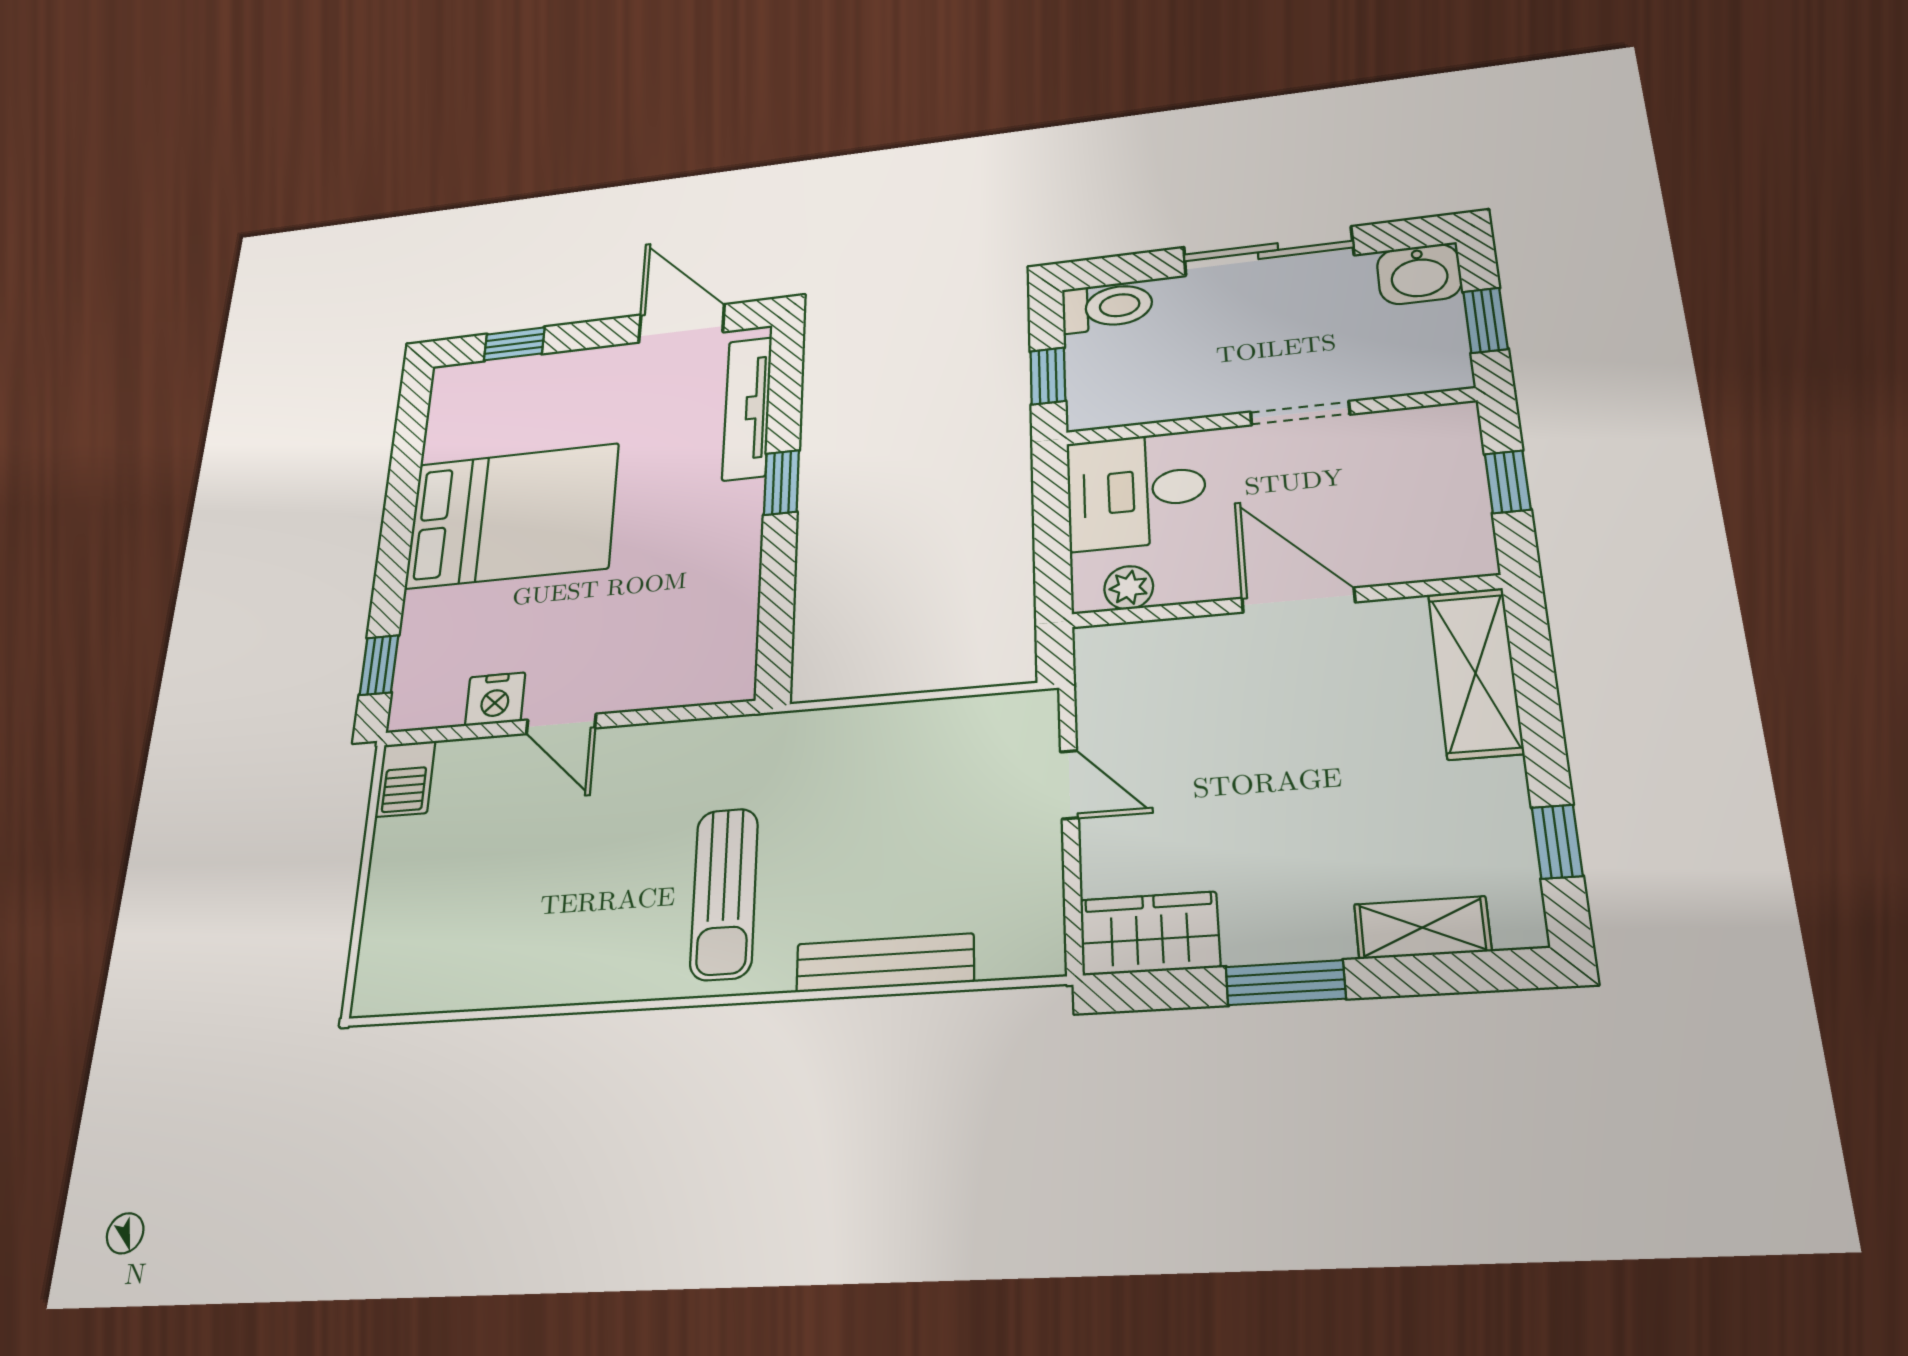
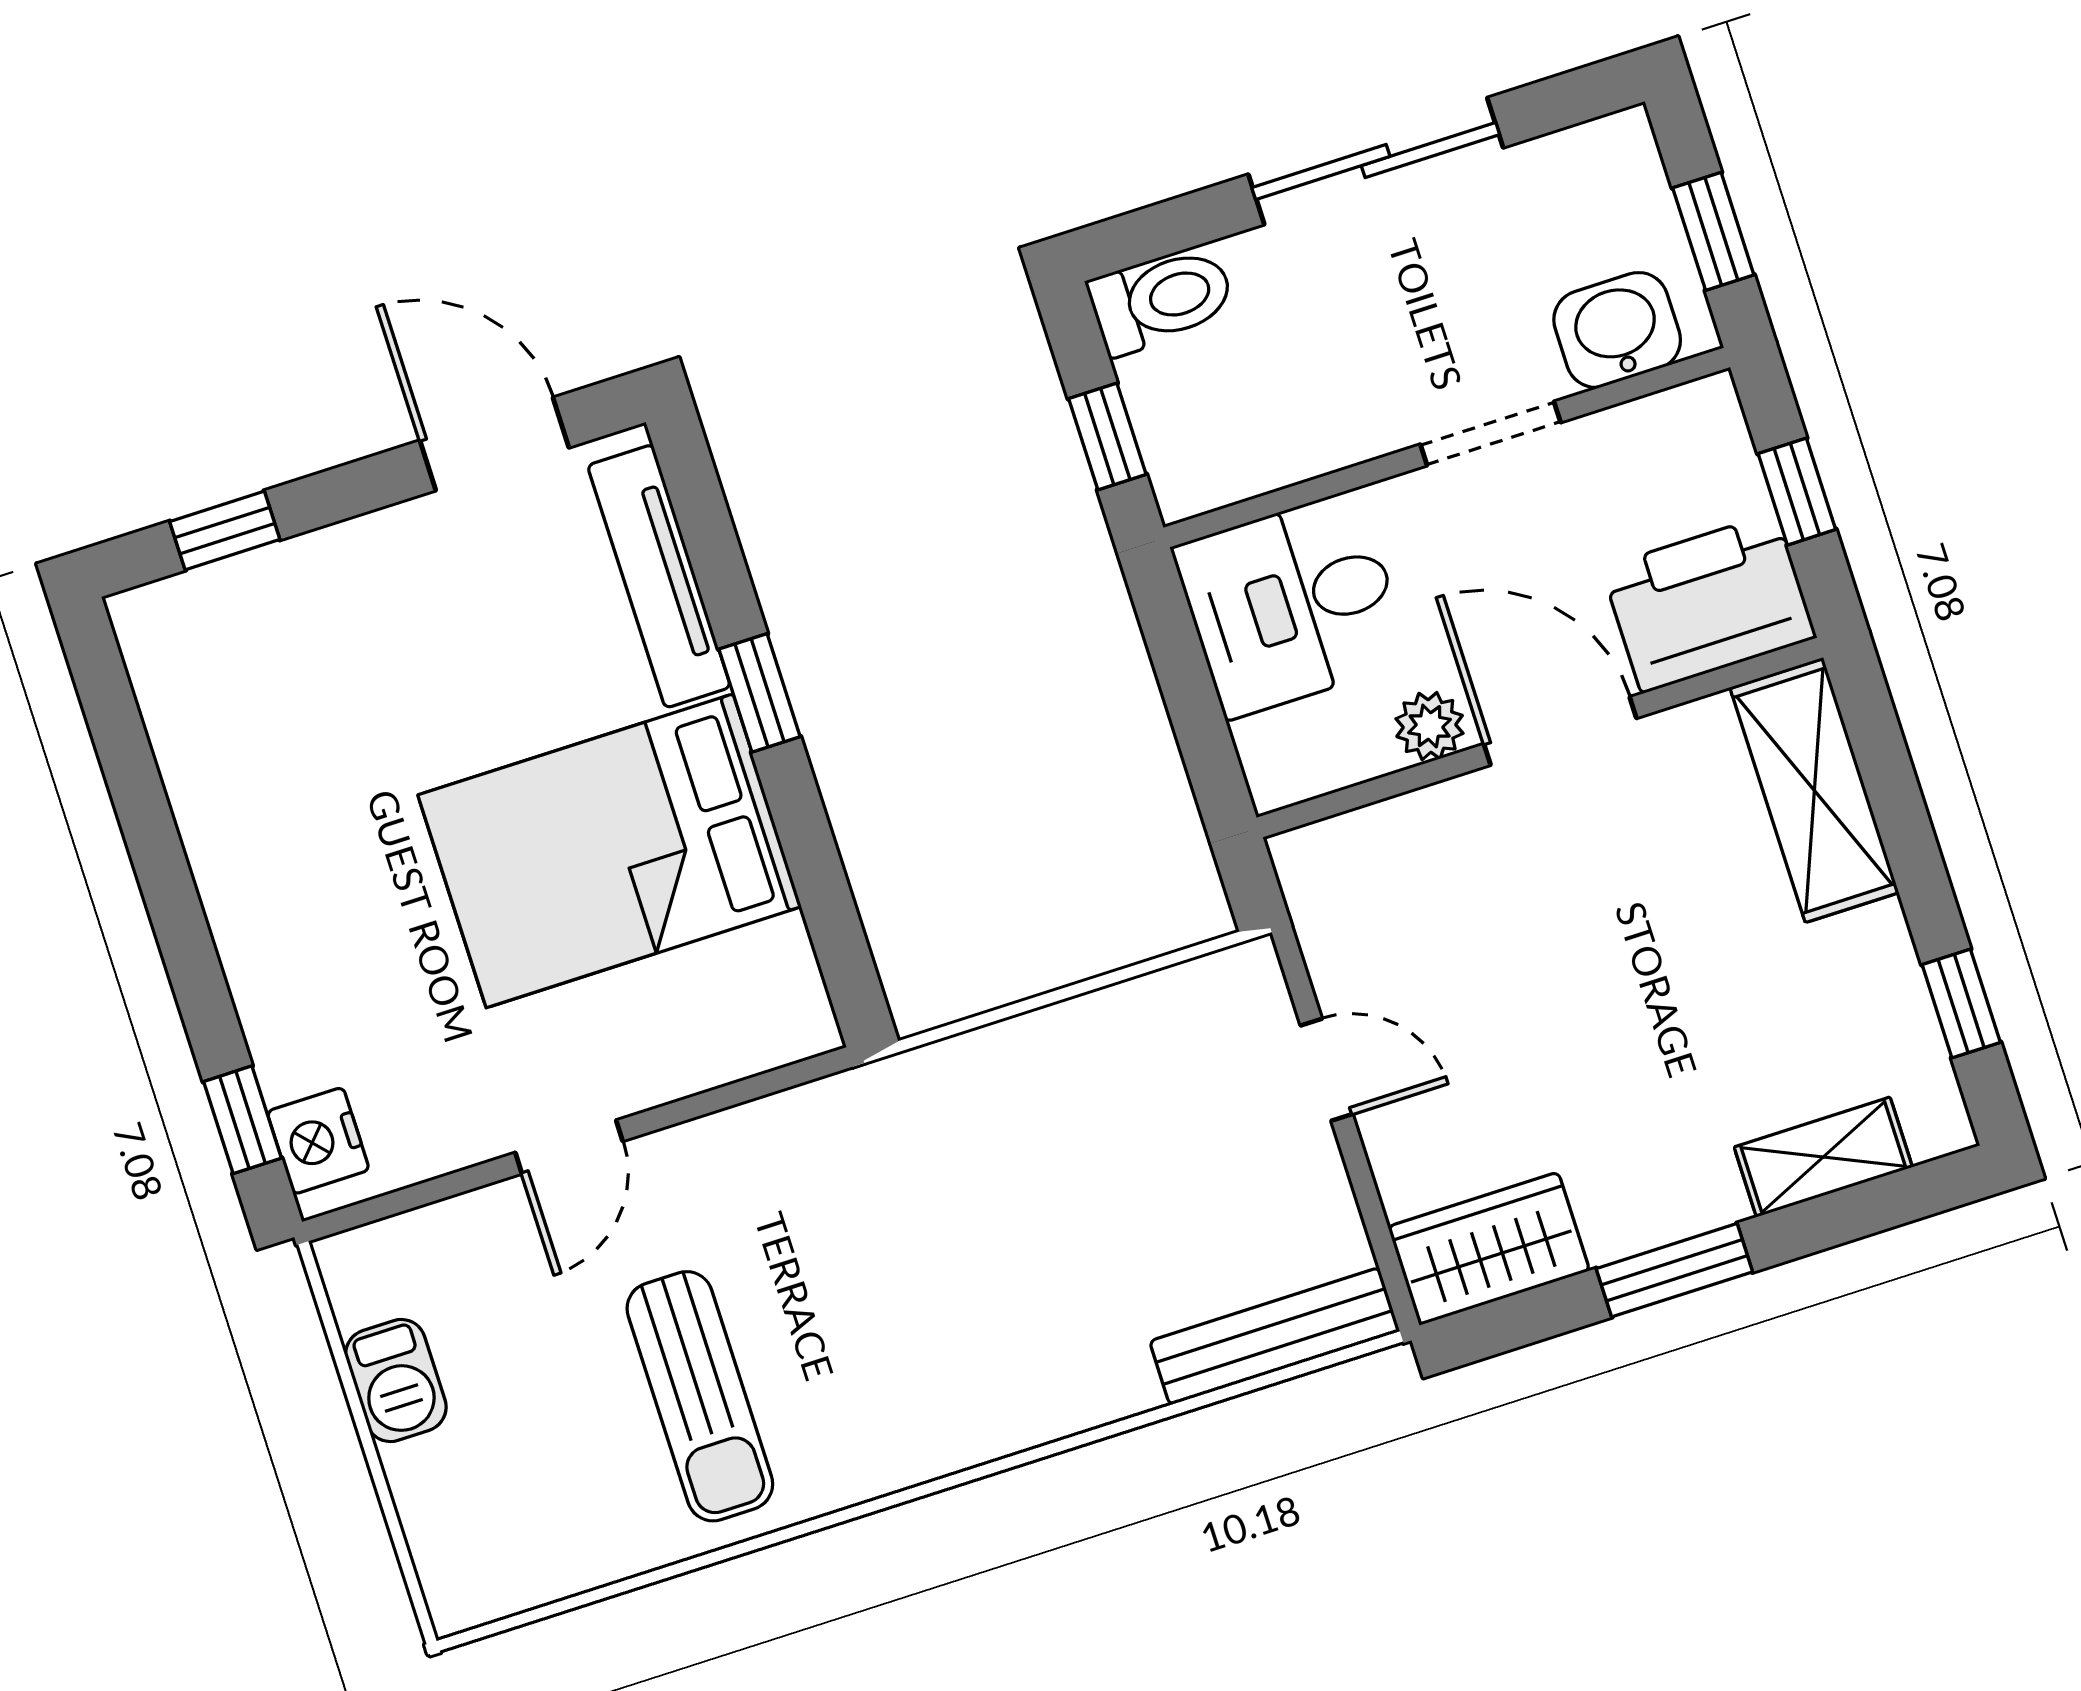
washbasin: (1419, 274) -> (1617, 330), moved, turned 180
bed: (512, 516) -> (610, 851), moved, turned 180
printer: (1427, 539) -> (1709, 603), added
plant: (1129, 588) -> (1430, 726), moved
nightstand: (495, 699) -> (318, 1141), moved, turned 90
door: (561, 724) -> (569, 1147), hinge flipped
barbecue: (405, 779) -> (396, 1381), moved
sun lounger: (724, 893) -> (700, 1396), moved
bench: (885, 963) -> (1275, 1336), moved

